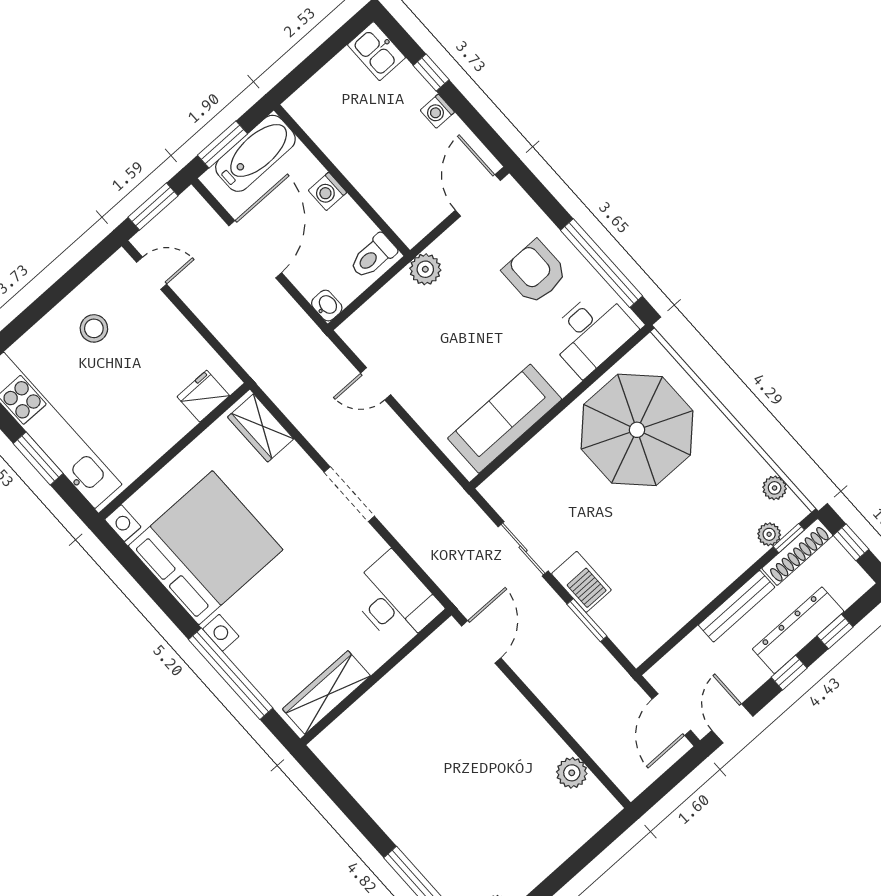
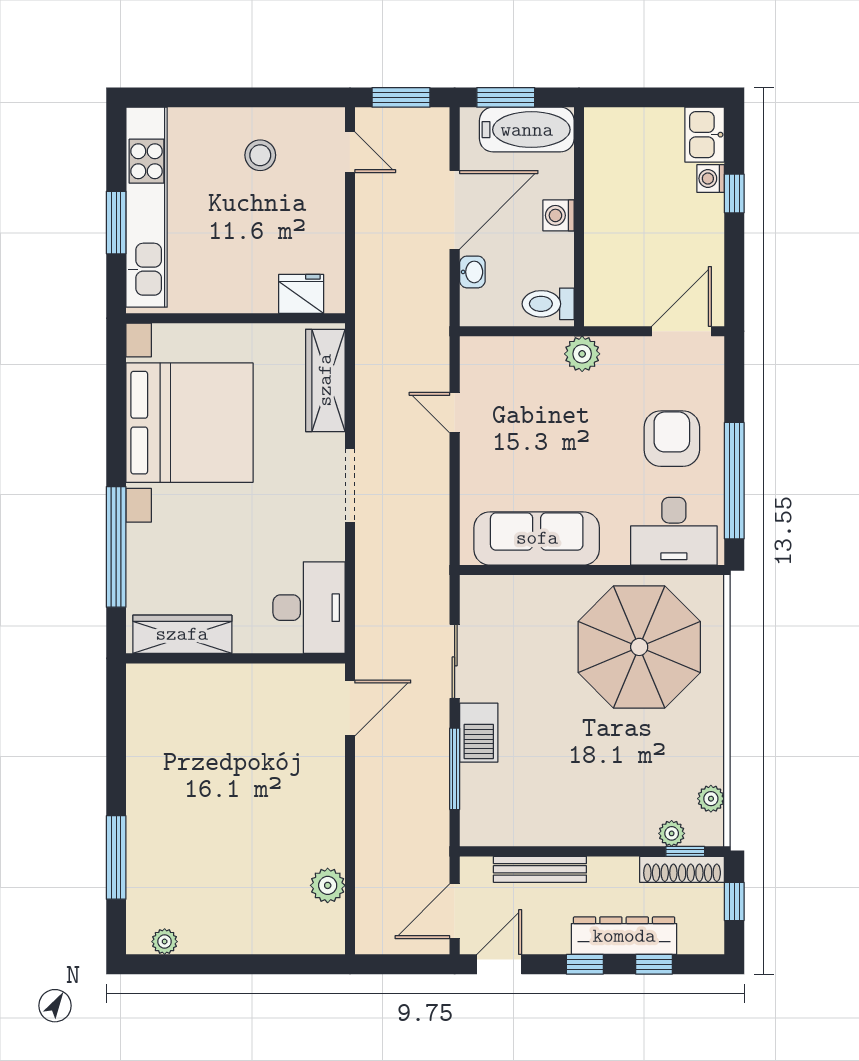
washing machine: (437, 111) -> (711, 178), moved
washbasin: (327, 306) -> (472, 272), moved
wardrobe: (261, 428) -> (325, 380), width x1.50
bench: (737, 606) -> (540, 869), moved
window: (587, 620) -> (455, 769), width x1.44

